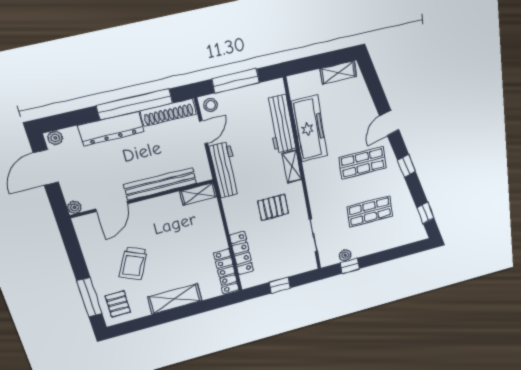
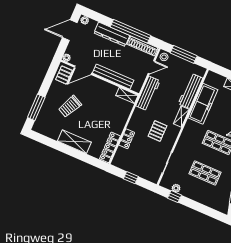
pallet: (273, 207) -> (157, 131), turned 90
locker: (242, 253) -> (127, 139), width x0.66
pallet: (118, 304) -> (64, 75), moved

